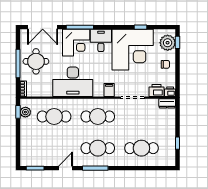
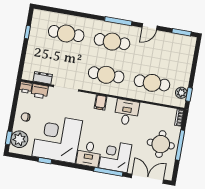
desk: (73, 82) -> (127, 112), width x0.53, depth x0.77
filing cabinet: (109, 90) -> (101, 102), moved
dresser: (167, 103) -> (43, 78), moved

